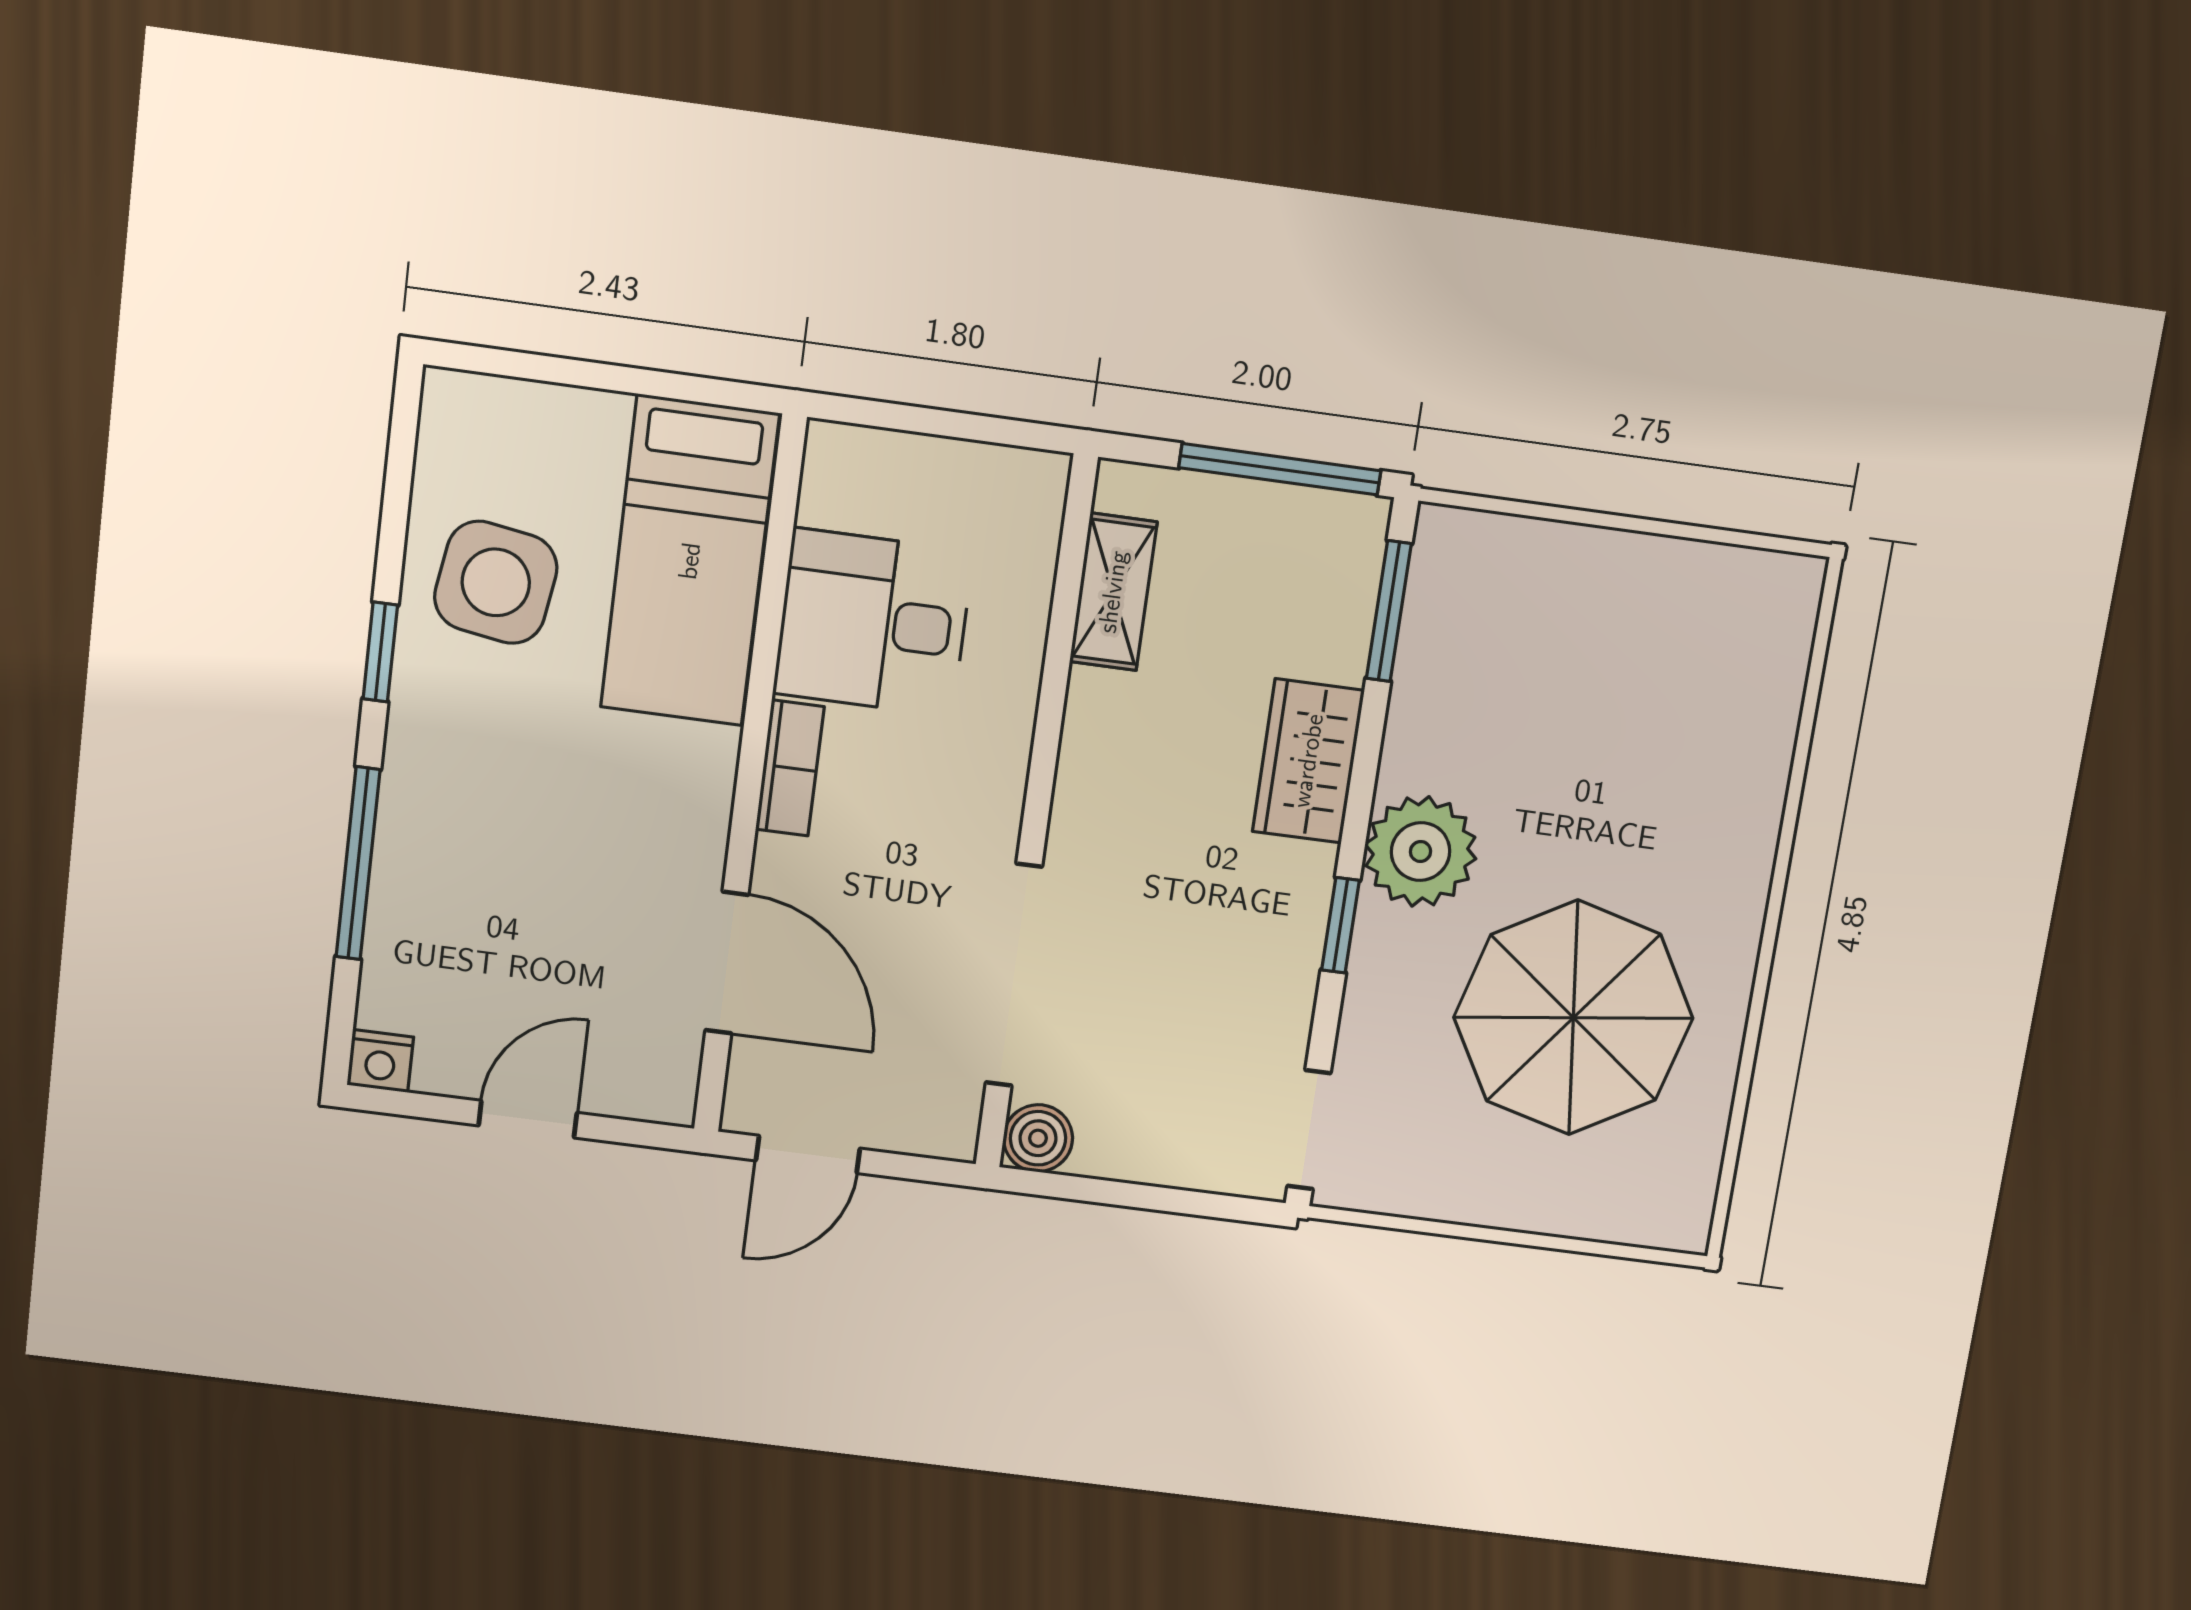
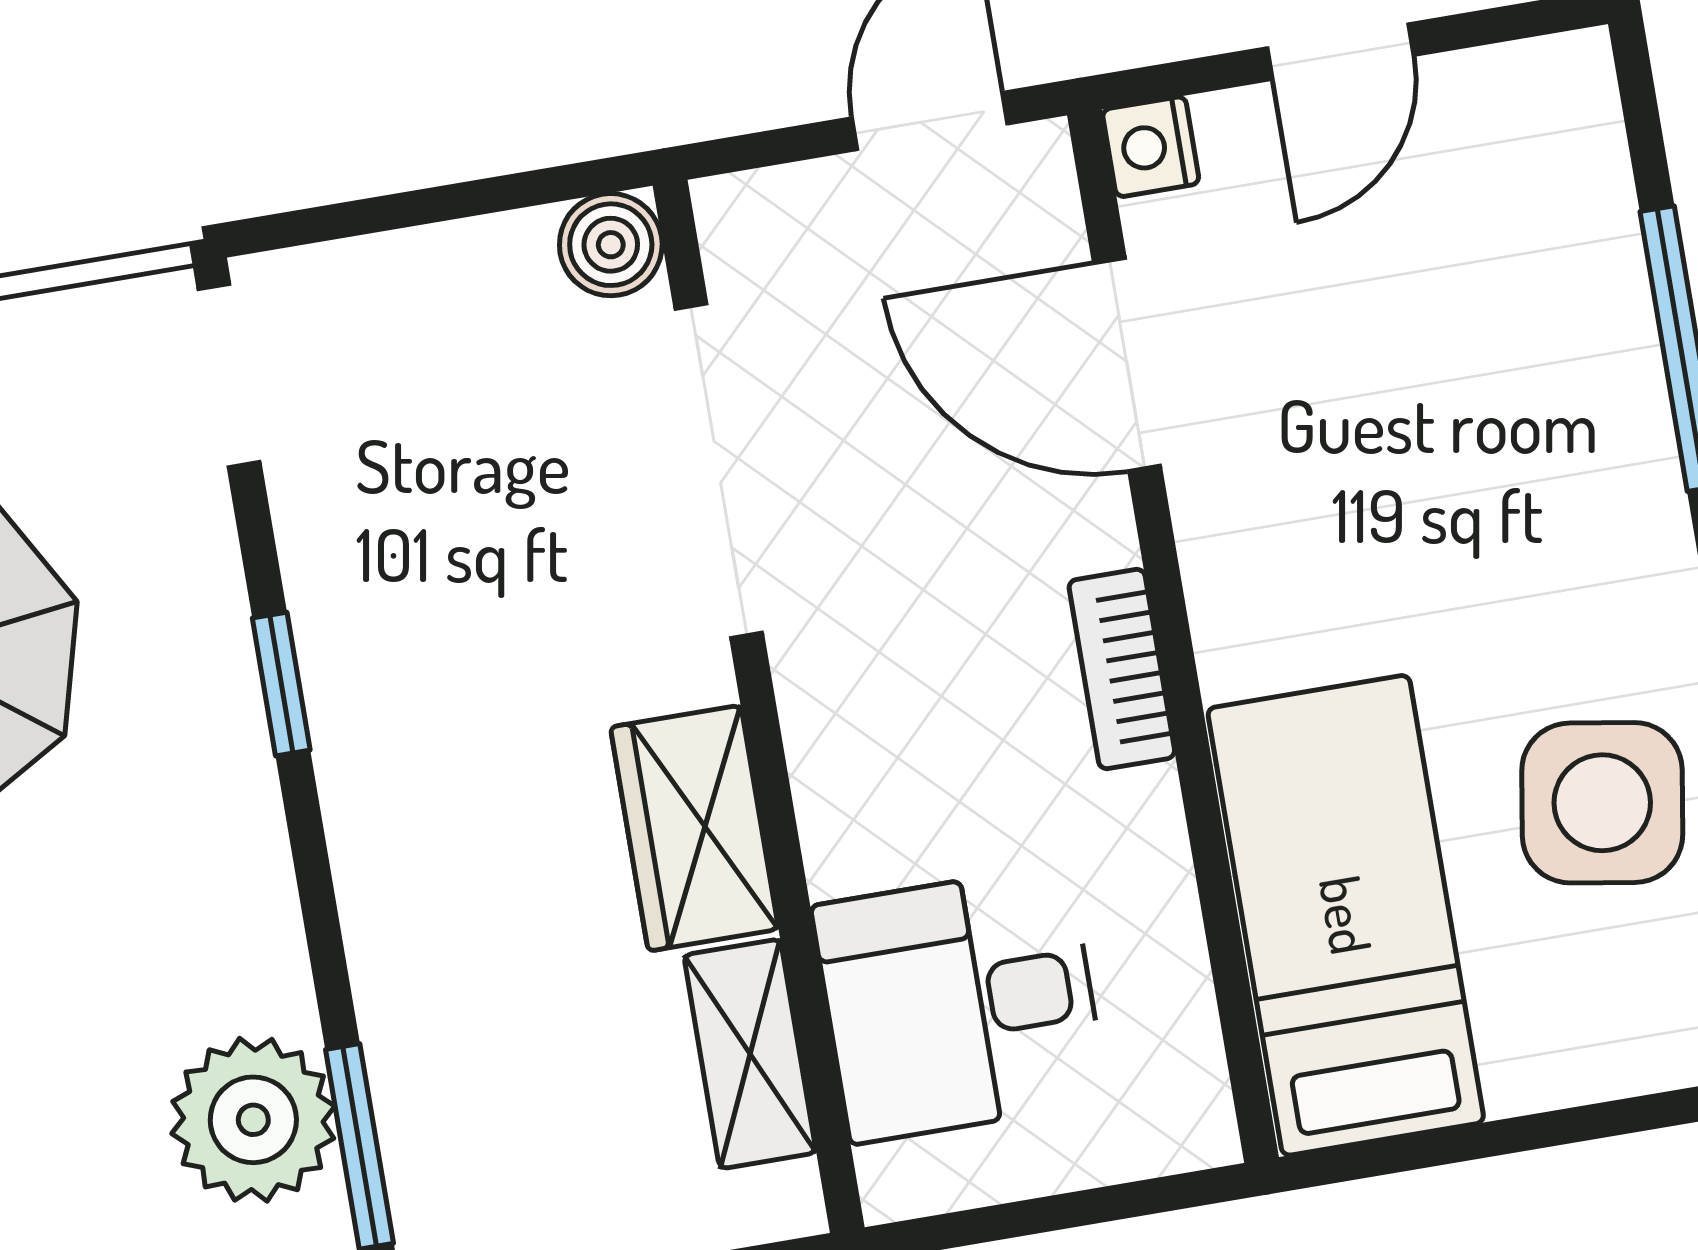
desk: (873, 622) -> (960, 1004), moved, turned 180
wardrobe: (1308, 761) -> (694, 828), moved, turned 180
plant: (1420, 851) -> (253, 1120), moved
nightstand: (380, 1061) -> (1151, 147), moved, turned -90

